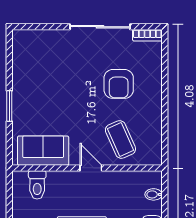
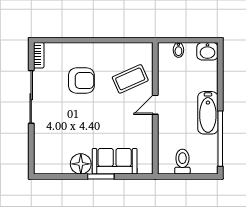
floor lamp: (24, 83) -> (81, 164), added
sofa: (43, 151) -> (115, 161), moved, turned 90
toilet: (37, 185) -> (182, 162), moved, turned -90

